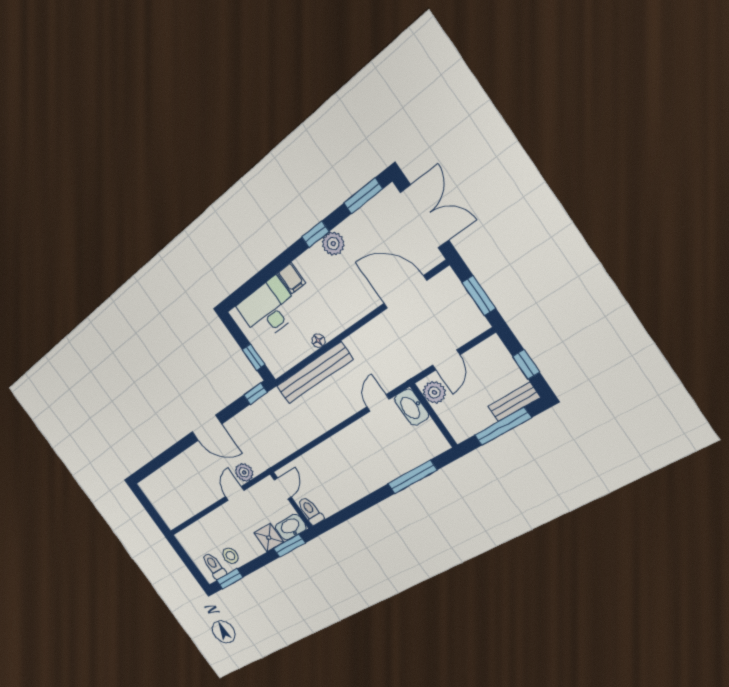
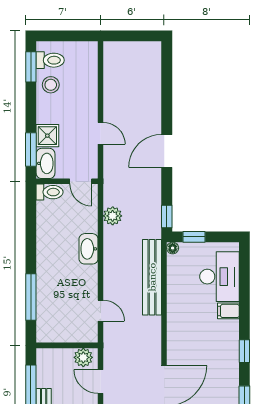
plant: (333, 244) -> (229, 359), removed
floor lamp: (318, 341) -> (173, 248), moved
washbasin: (411, 407) -> (89, 249), moved, turned -90
plant: (244, 472) -> (113, 216), moved

